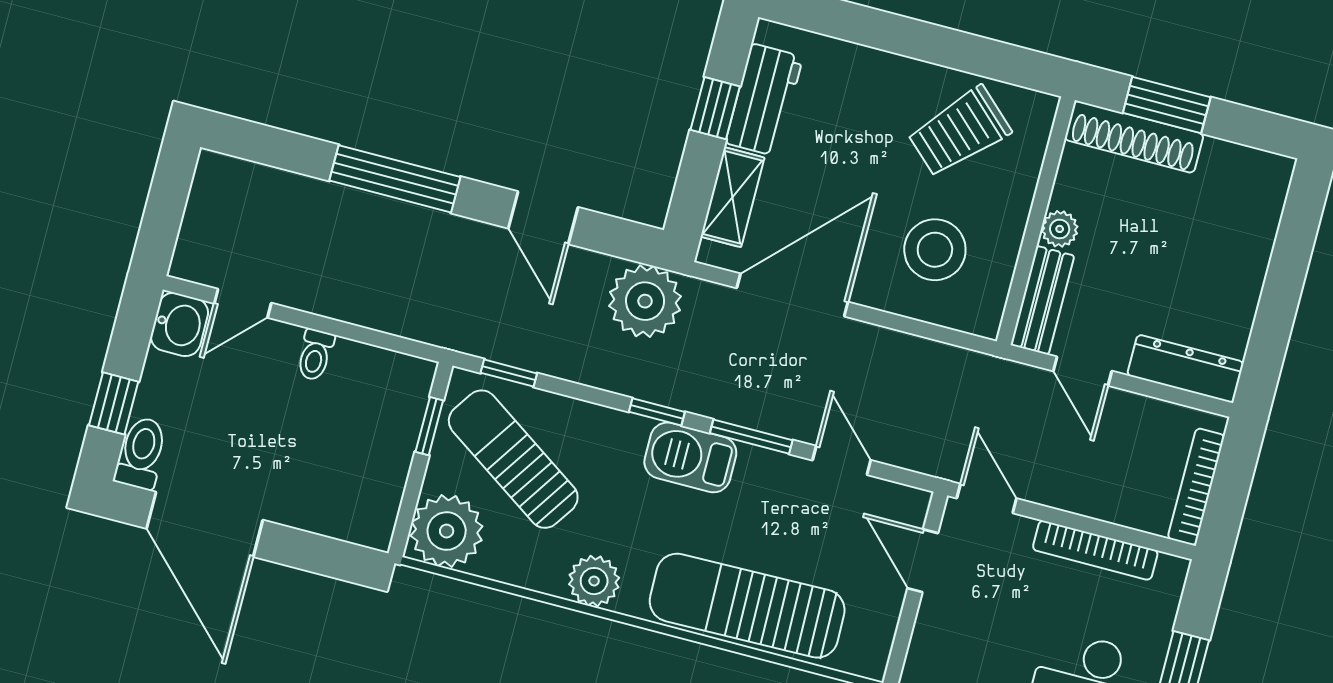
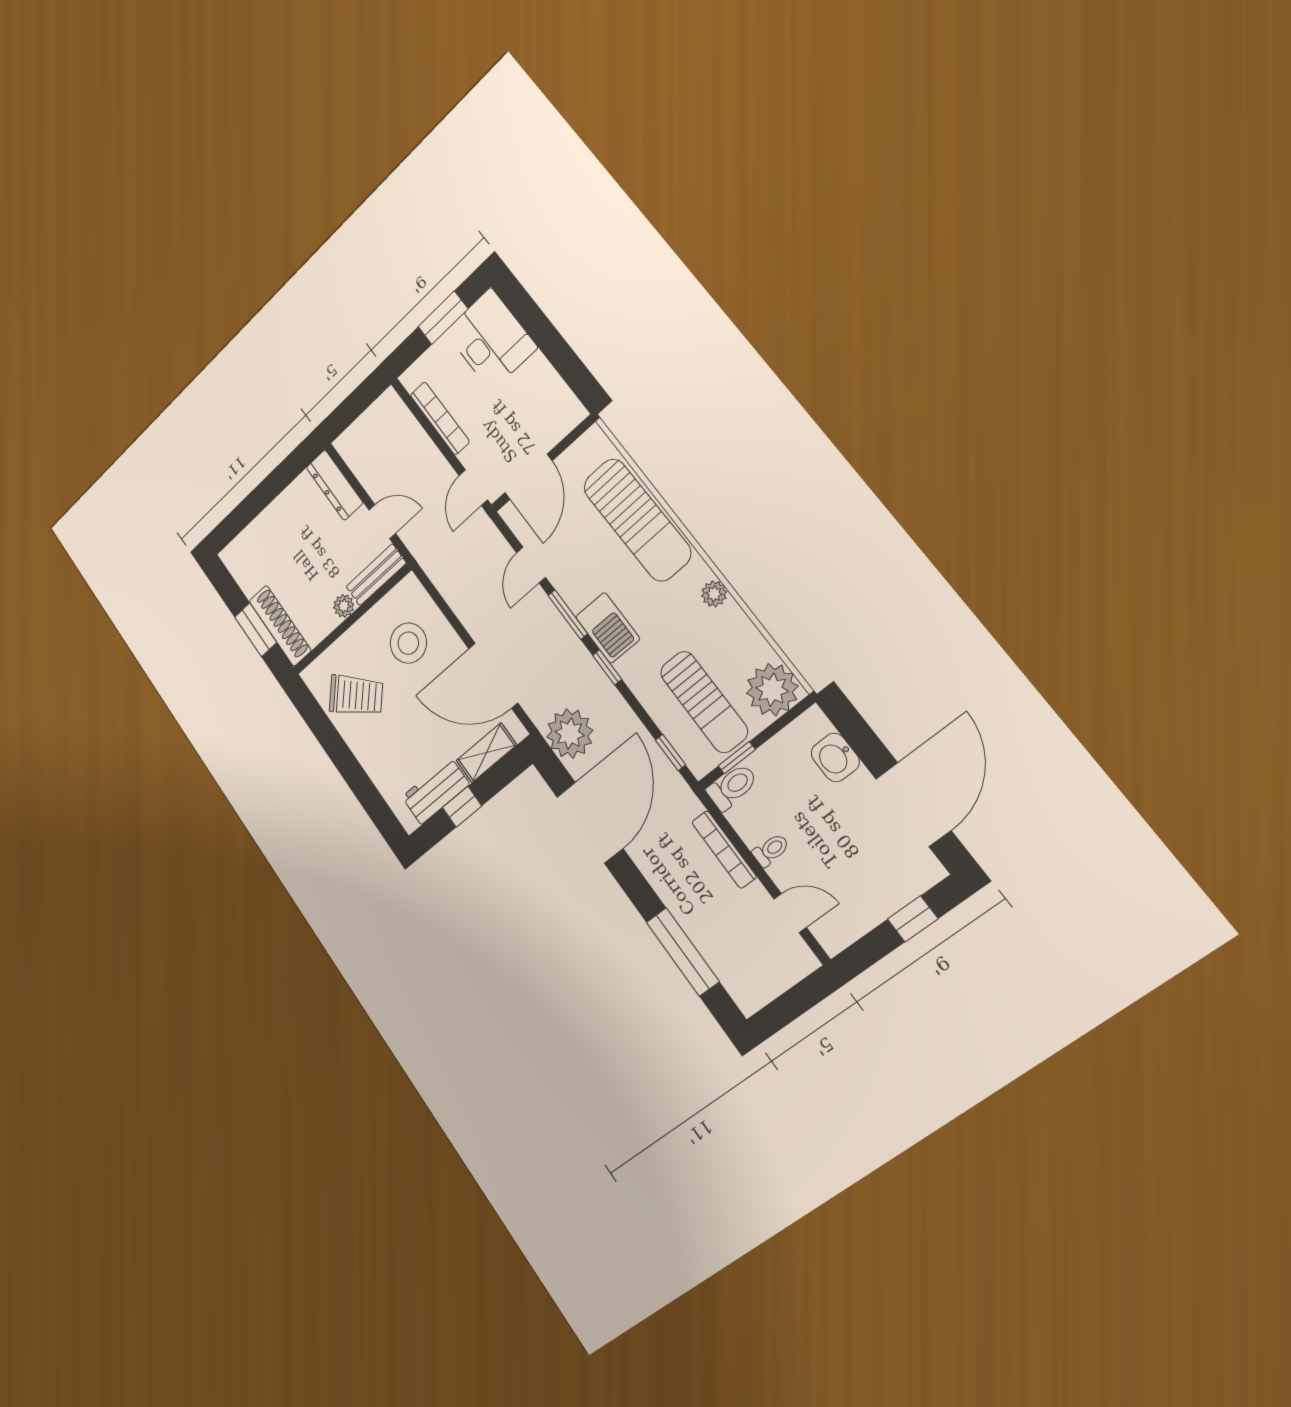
window: (395, 179) -> (683, 952), moved
door: (543, 218) -> (590, 823), width x1.87
washbasin: (179, 324) -> (835, 757), moved, turned -90
door: (1082, 371) -> (382, 522), hinge flipped
toilet: (141, 453) -> (732, 787), moved, turned 180
sun lounger: (513, 459) -> (704, 702), turned -34
bookcase: (1196, 487) -> (724, 850), moved, turned 90
door: (923, 561) -> (528, 477), width x1.38
plant: (594, 581) -> (714, 594), width x0.73, depth x0.73

